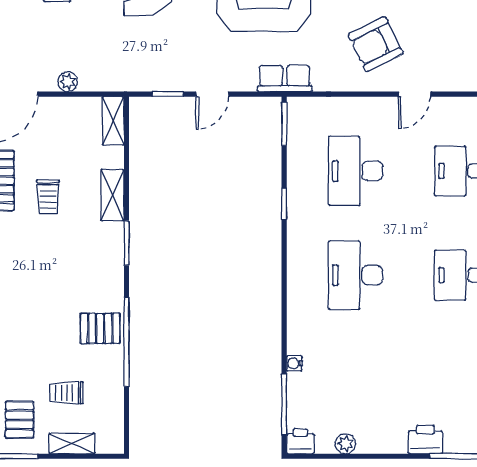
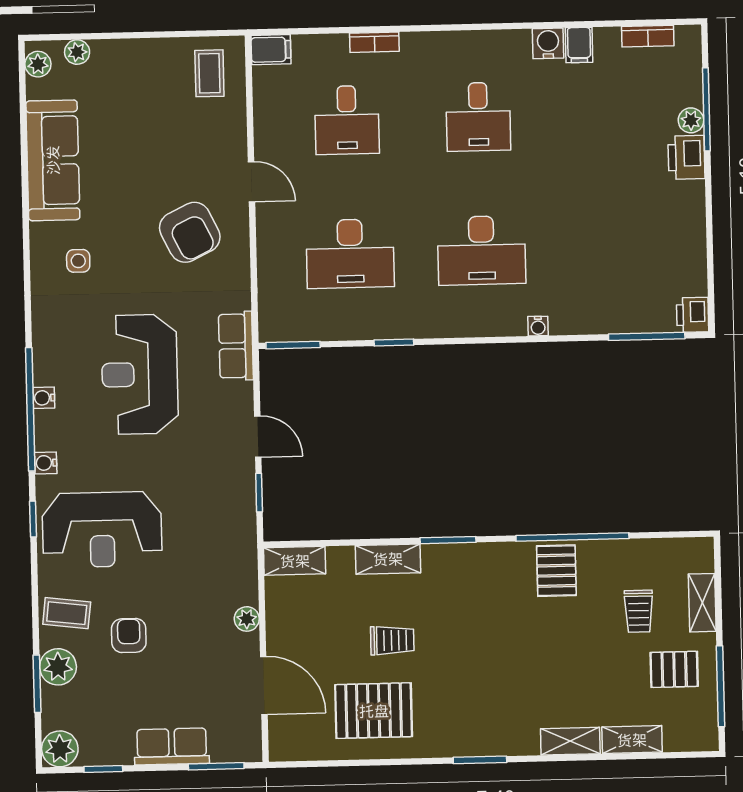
water cooler: (294, 363) -> (538, 326), moved
plant: (345, 444) -> (691, 120), moved

